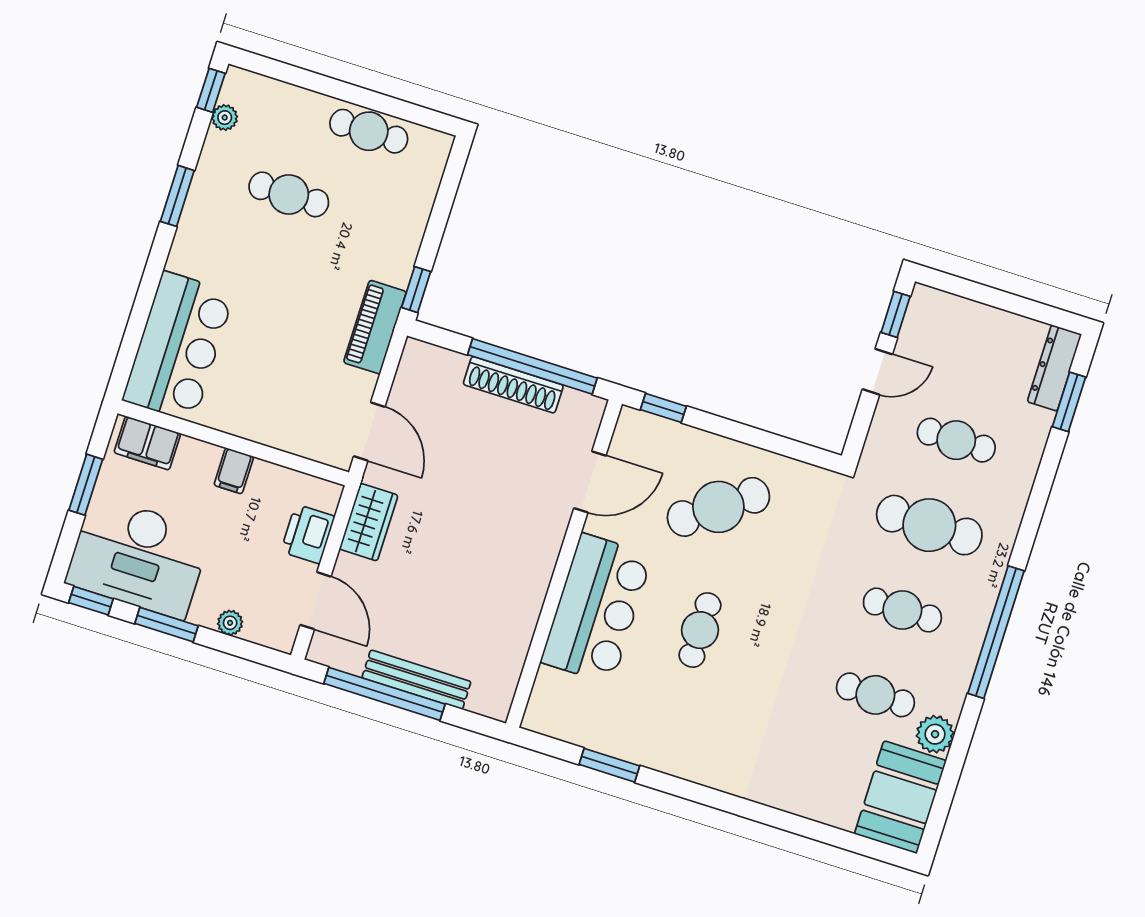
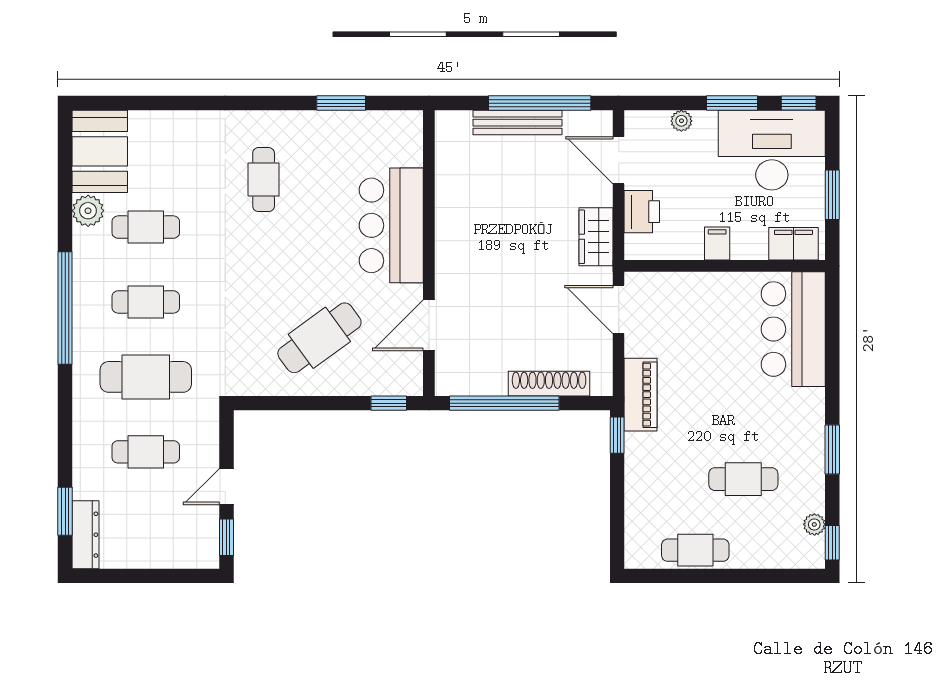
shoe rack: (513, 385) -> (549, 384), moved
cafe table: (700, 630) -> (264, 180), moved

